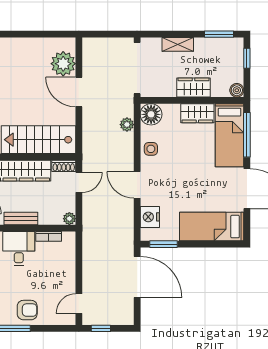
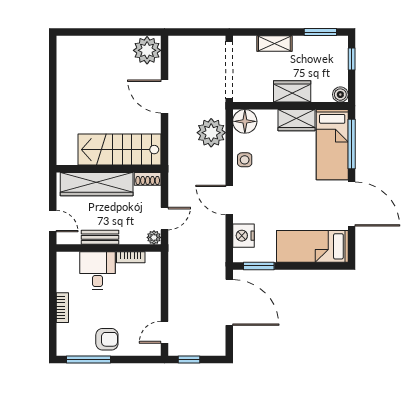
plant: (63, 64) -> (147, 50), moved
plant: (127, 125) -> (211, 133), width x1.88, depth x1.88
door: (79, 182) -> (164, 219), moved

